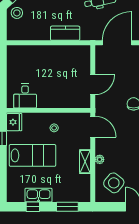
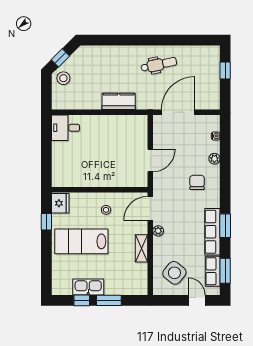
desk: (25, 96) -> (66, 128), moved, turned 90
door: (93, 127) -> (150, 208), swing flipped
lab bench: (33, 155) -> (81, 241), turned 180
plant: (100, 159) -> (158, 231), moved
window: (67, 207) -> (109, 300), moved

